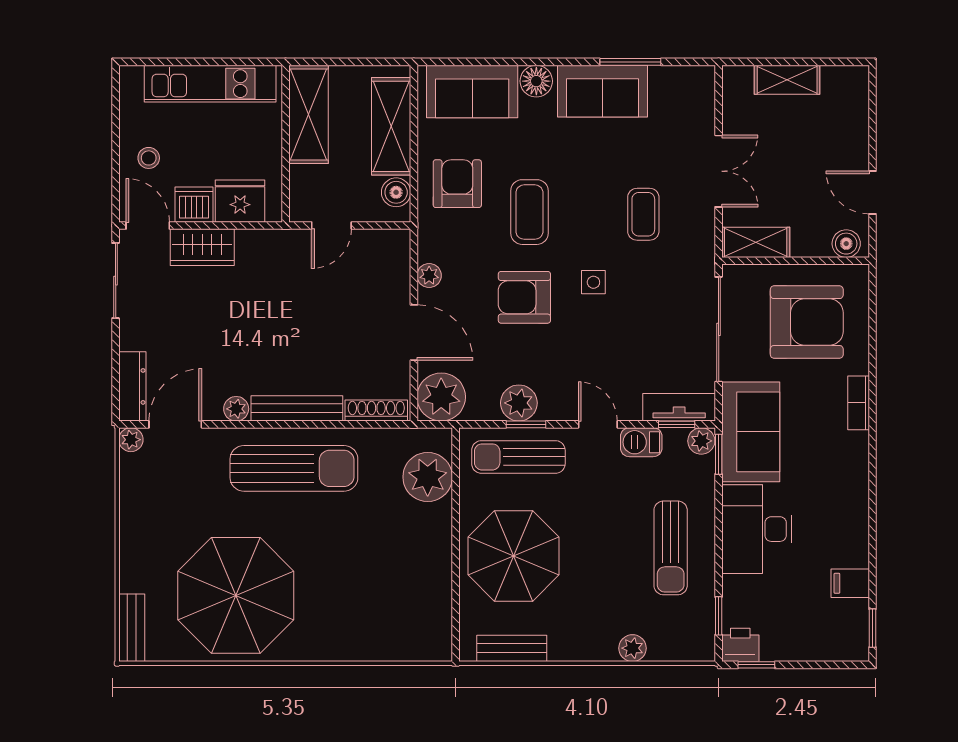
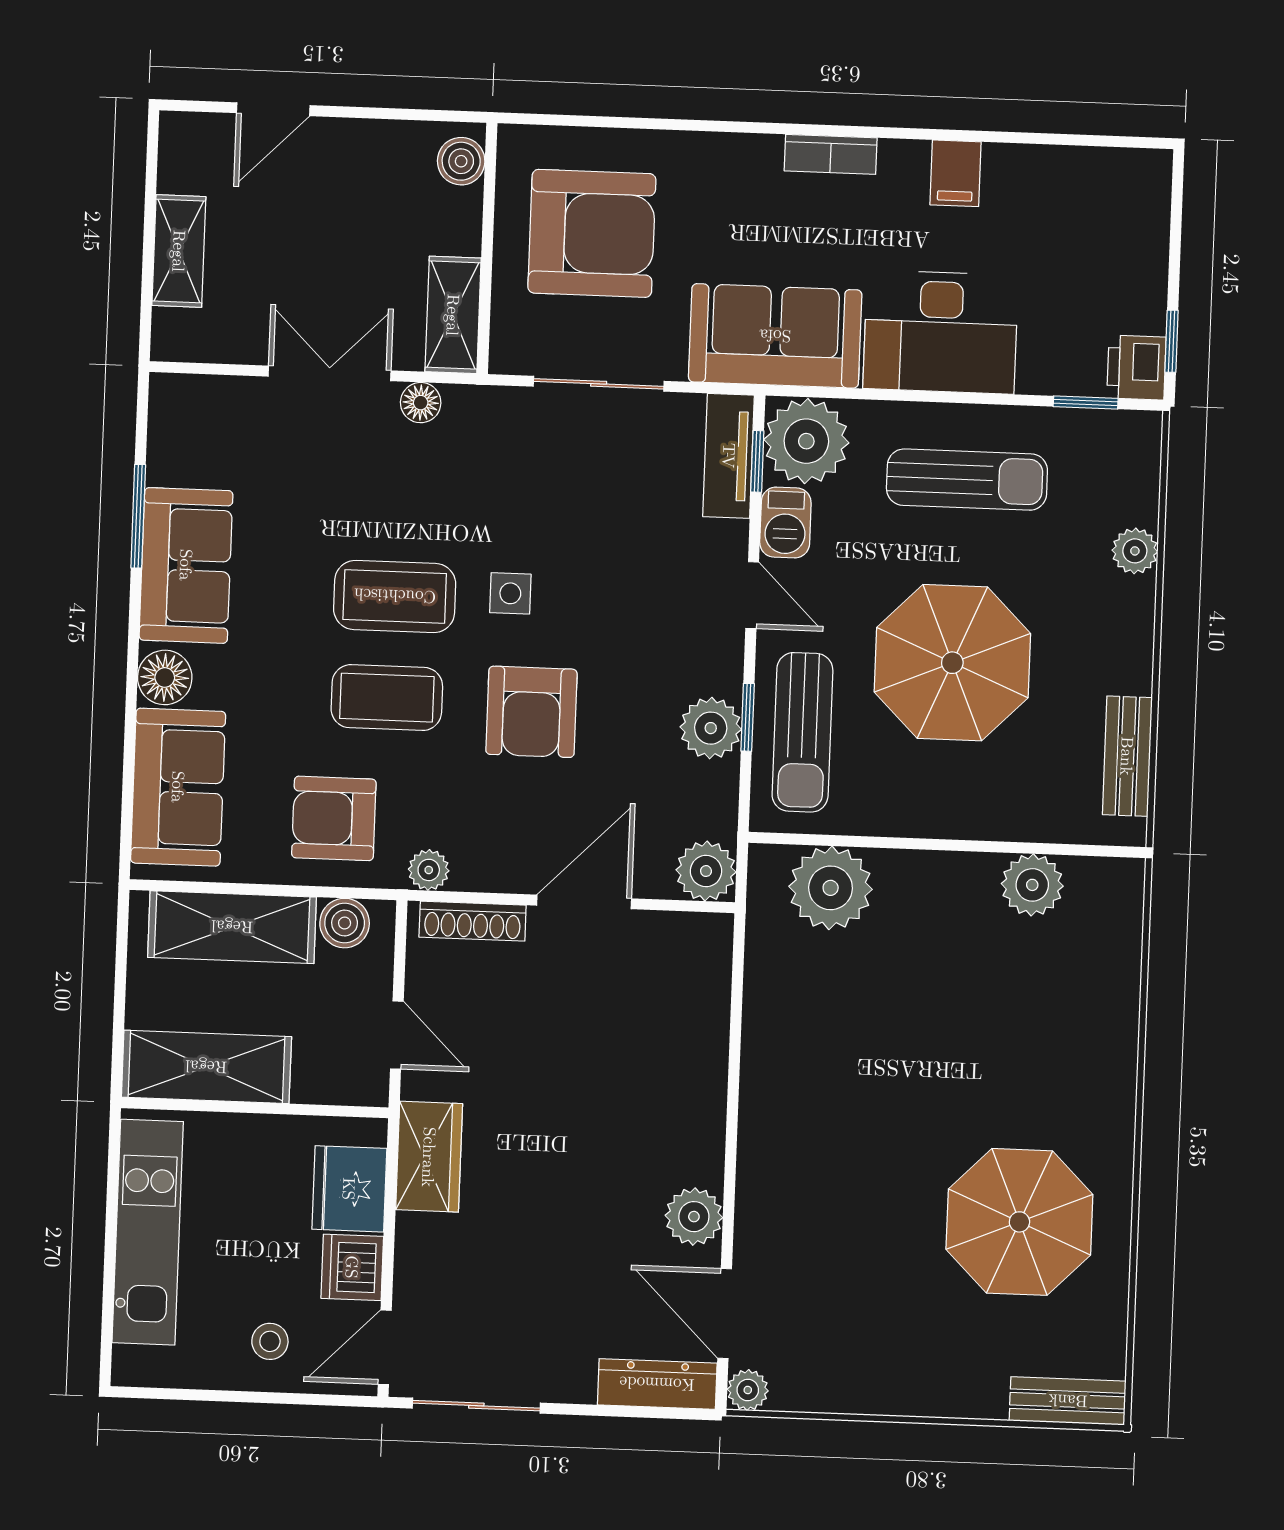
door: (873, 192) -> (273, 109), moved
coffee table: (643, 214) -> (395, 596), moved, width x1.36, depth x1.30
floor lamp: (703, 225) -> (421, 403), added
wardrobe: (202, 247) -> (429, 1157), moved
plant: (429, 276) -> (429, 870), moved
armchair: (807, 322) -> (592, 233), turned 90
sliding door: (719, 329) -> (599, 384), width x0.73
plant: (441, 397) -> (706, 871), width x0.73, depth x0.73
bookcase: (859, 403) -> (831, 154), moved
bench: (297, 408) -> (705, 1106), removed
plant: (236, 409) -> (694, 1217), width x1.38, depth x1.38
shoe rack: (376, 411) -> (473, 921), moved, turned -90
door: (598, 424) -> (752, 595), swing flipped
plant: (701, 441) -> (806, 441), width x1.88, depth x1.88
window: (719, 454) -> (811, 392), removed
sun lounger: (294, 468) -> (807, 1115), removed
parasol: (514, 556) -> (952, 663), moved
filing cabinet: (850, 583) -> (955, 173), moved
parasol: (236, 595) -> (1019, 1222), width x0.73, depth x0.73
plant: (434, 595) -> (1032, 885), added
window: (873, 628) -> (1117, 142), removed

